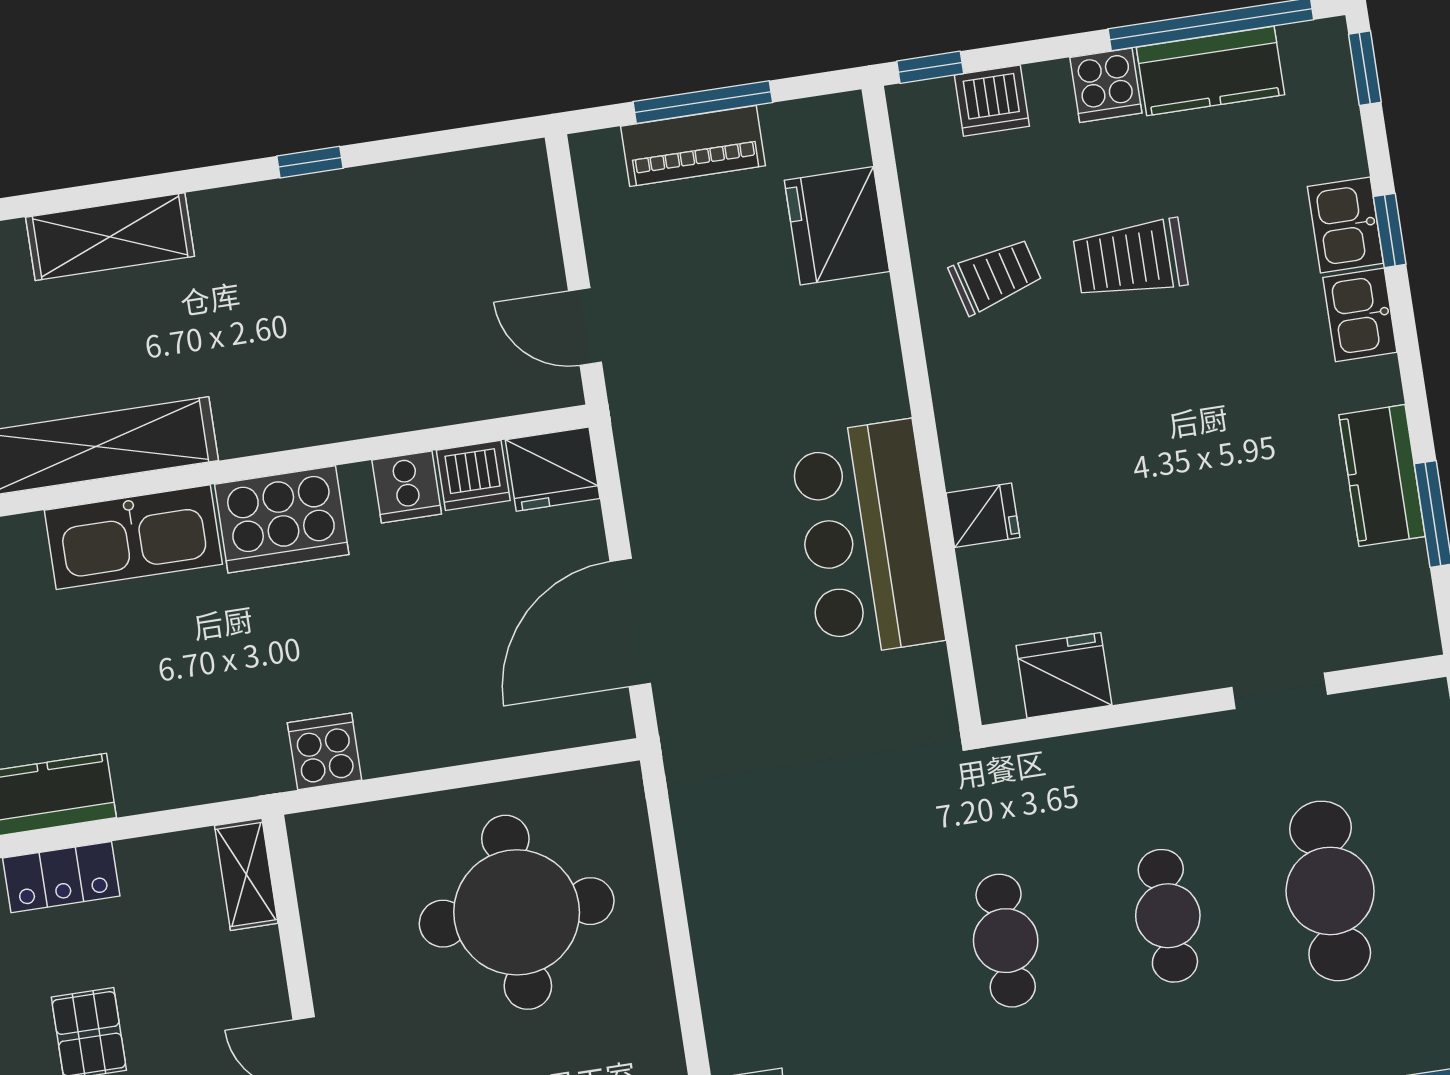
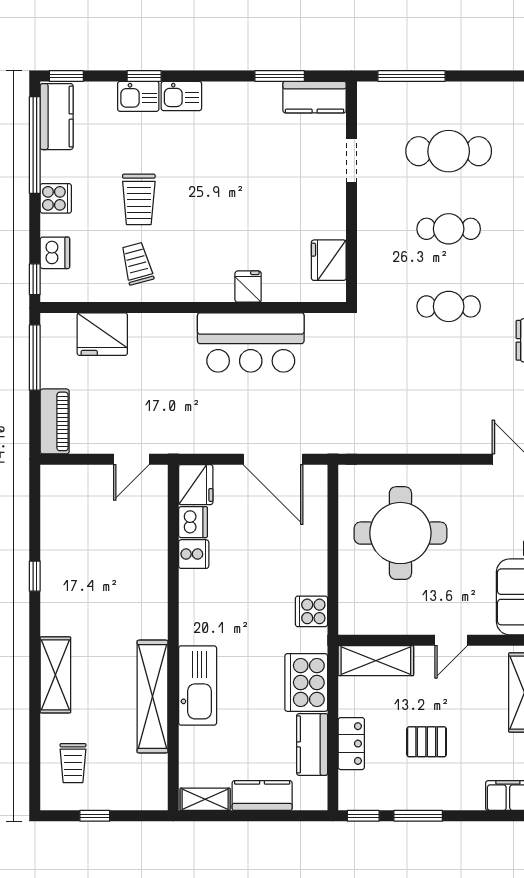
kitchen counter: (1210, 71) -> (57, 117), moved
window: (703, 102) -> (35, 358), moved
piano: (693, 146) -> (55, 421), moved
kitchen counter: (1382, 476) -> (315, 97), moved
cooker: (282, 519) -> (306, 682), moved, turned 180
shelving: (246, 874) -> (376, 661), width x1.50, depth x1.33

